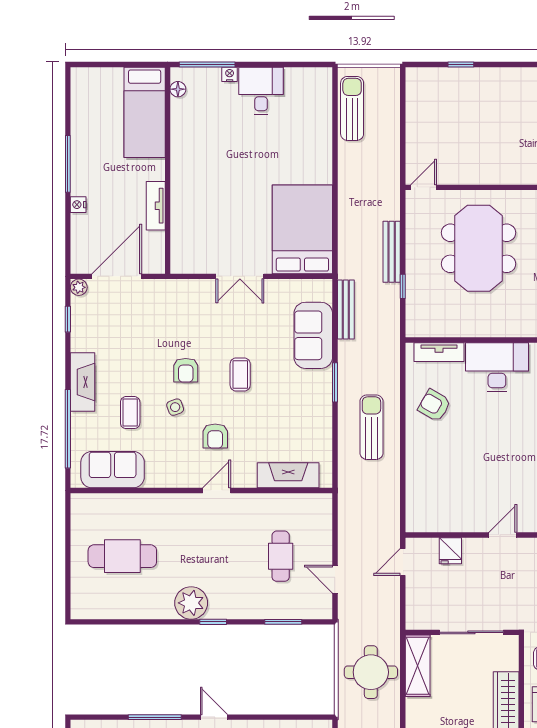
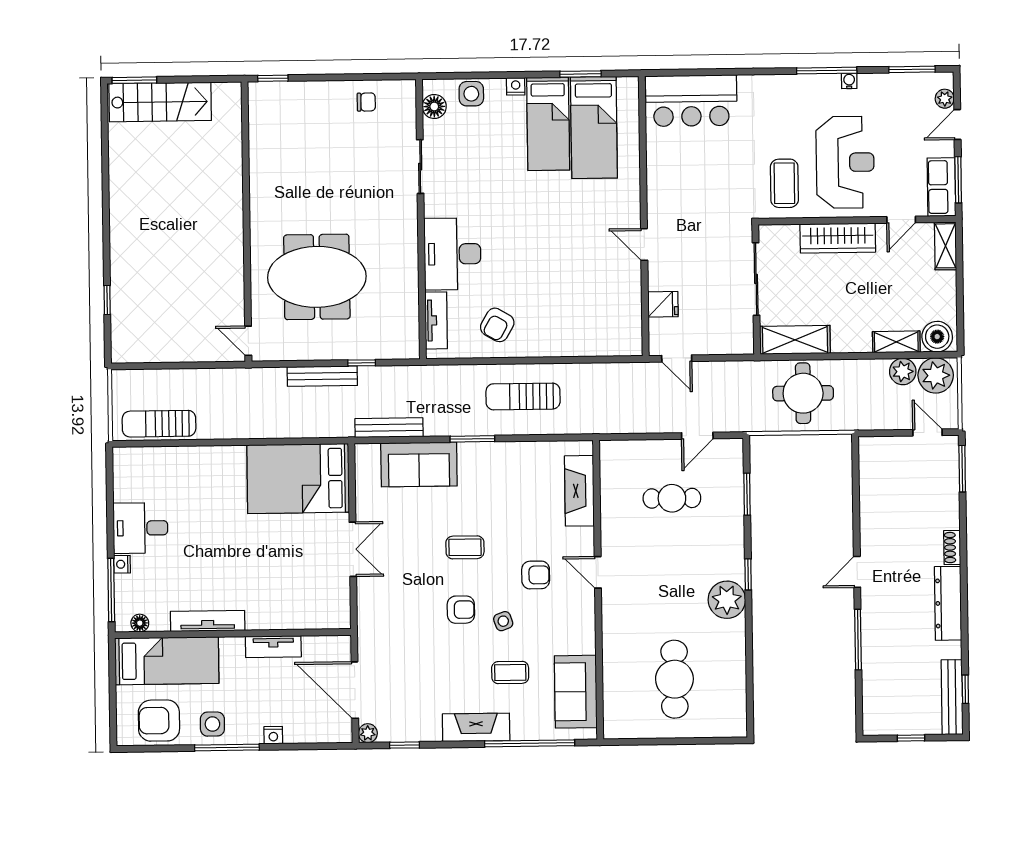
armchair: (92, 105) -> (159, 721), added
tv unit: (179, 149) -> (208, 621), added
side table: (89, 151) -> (212, 724), added

